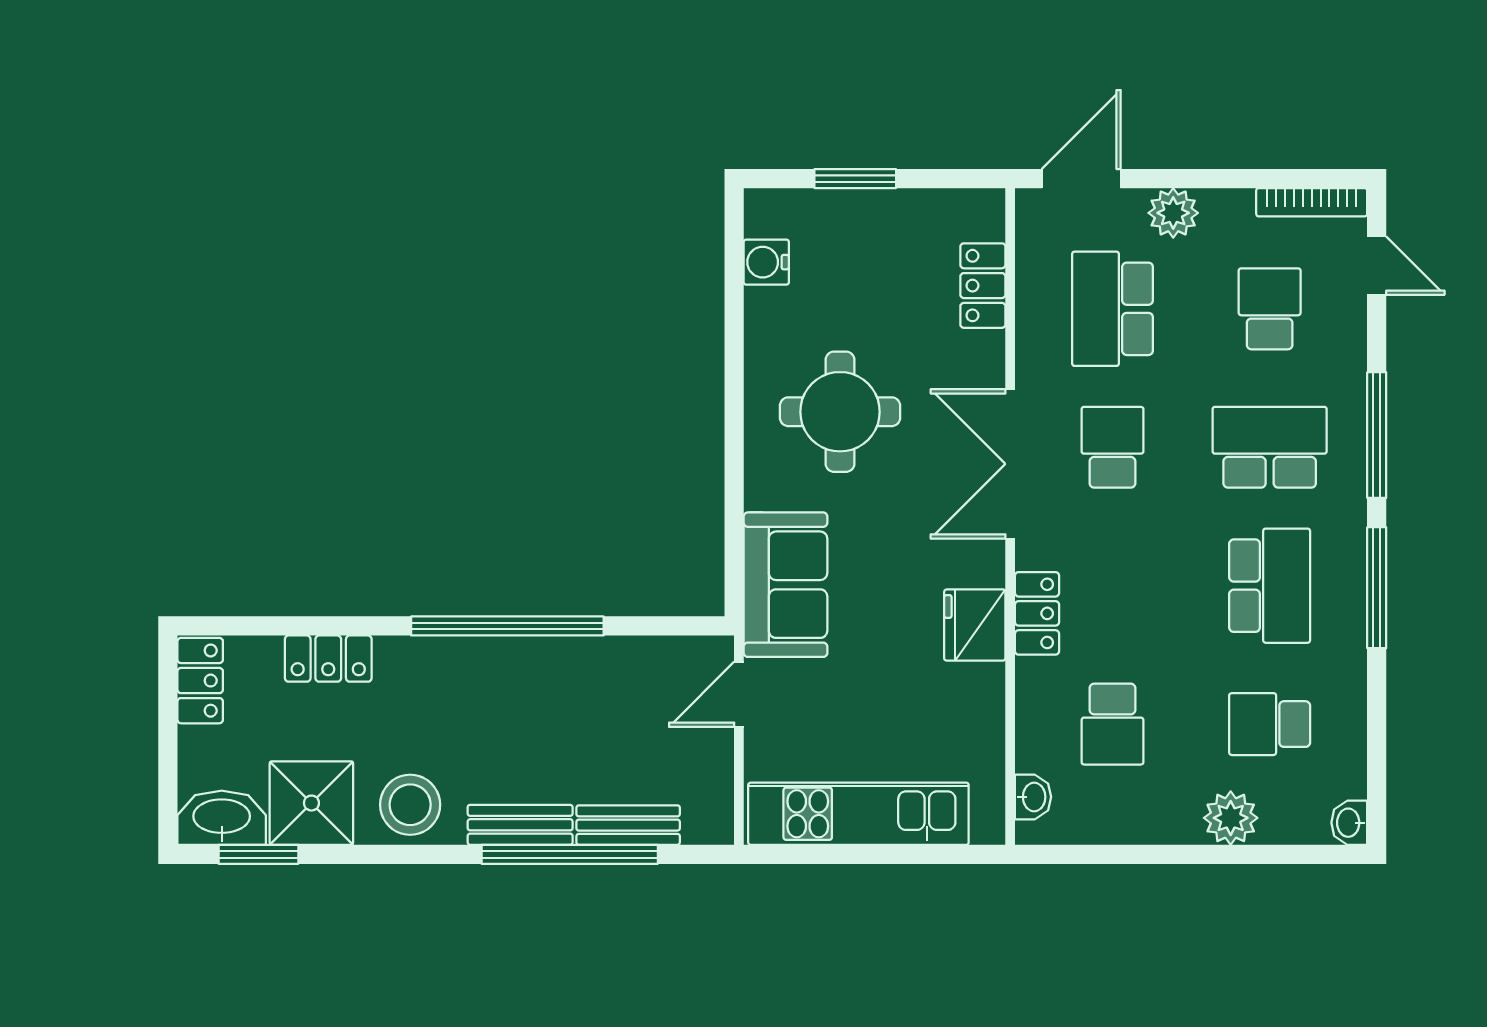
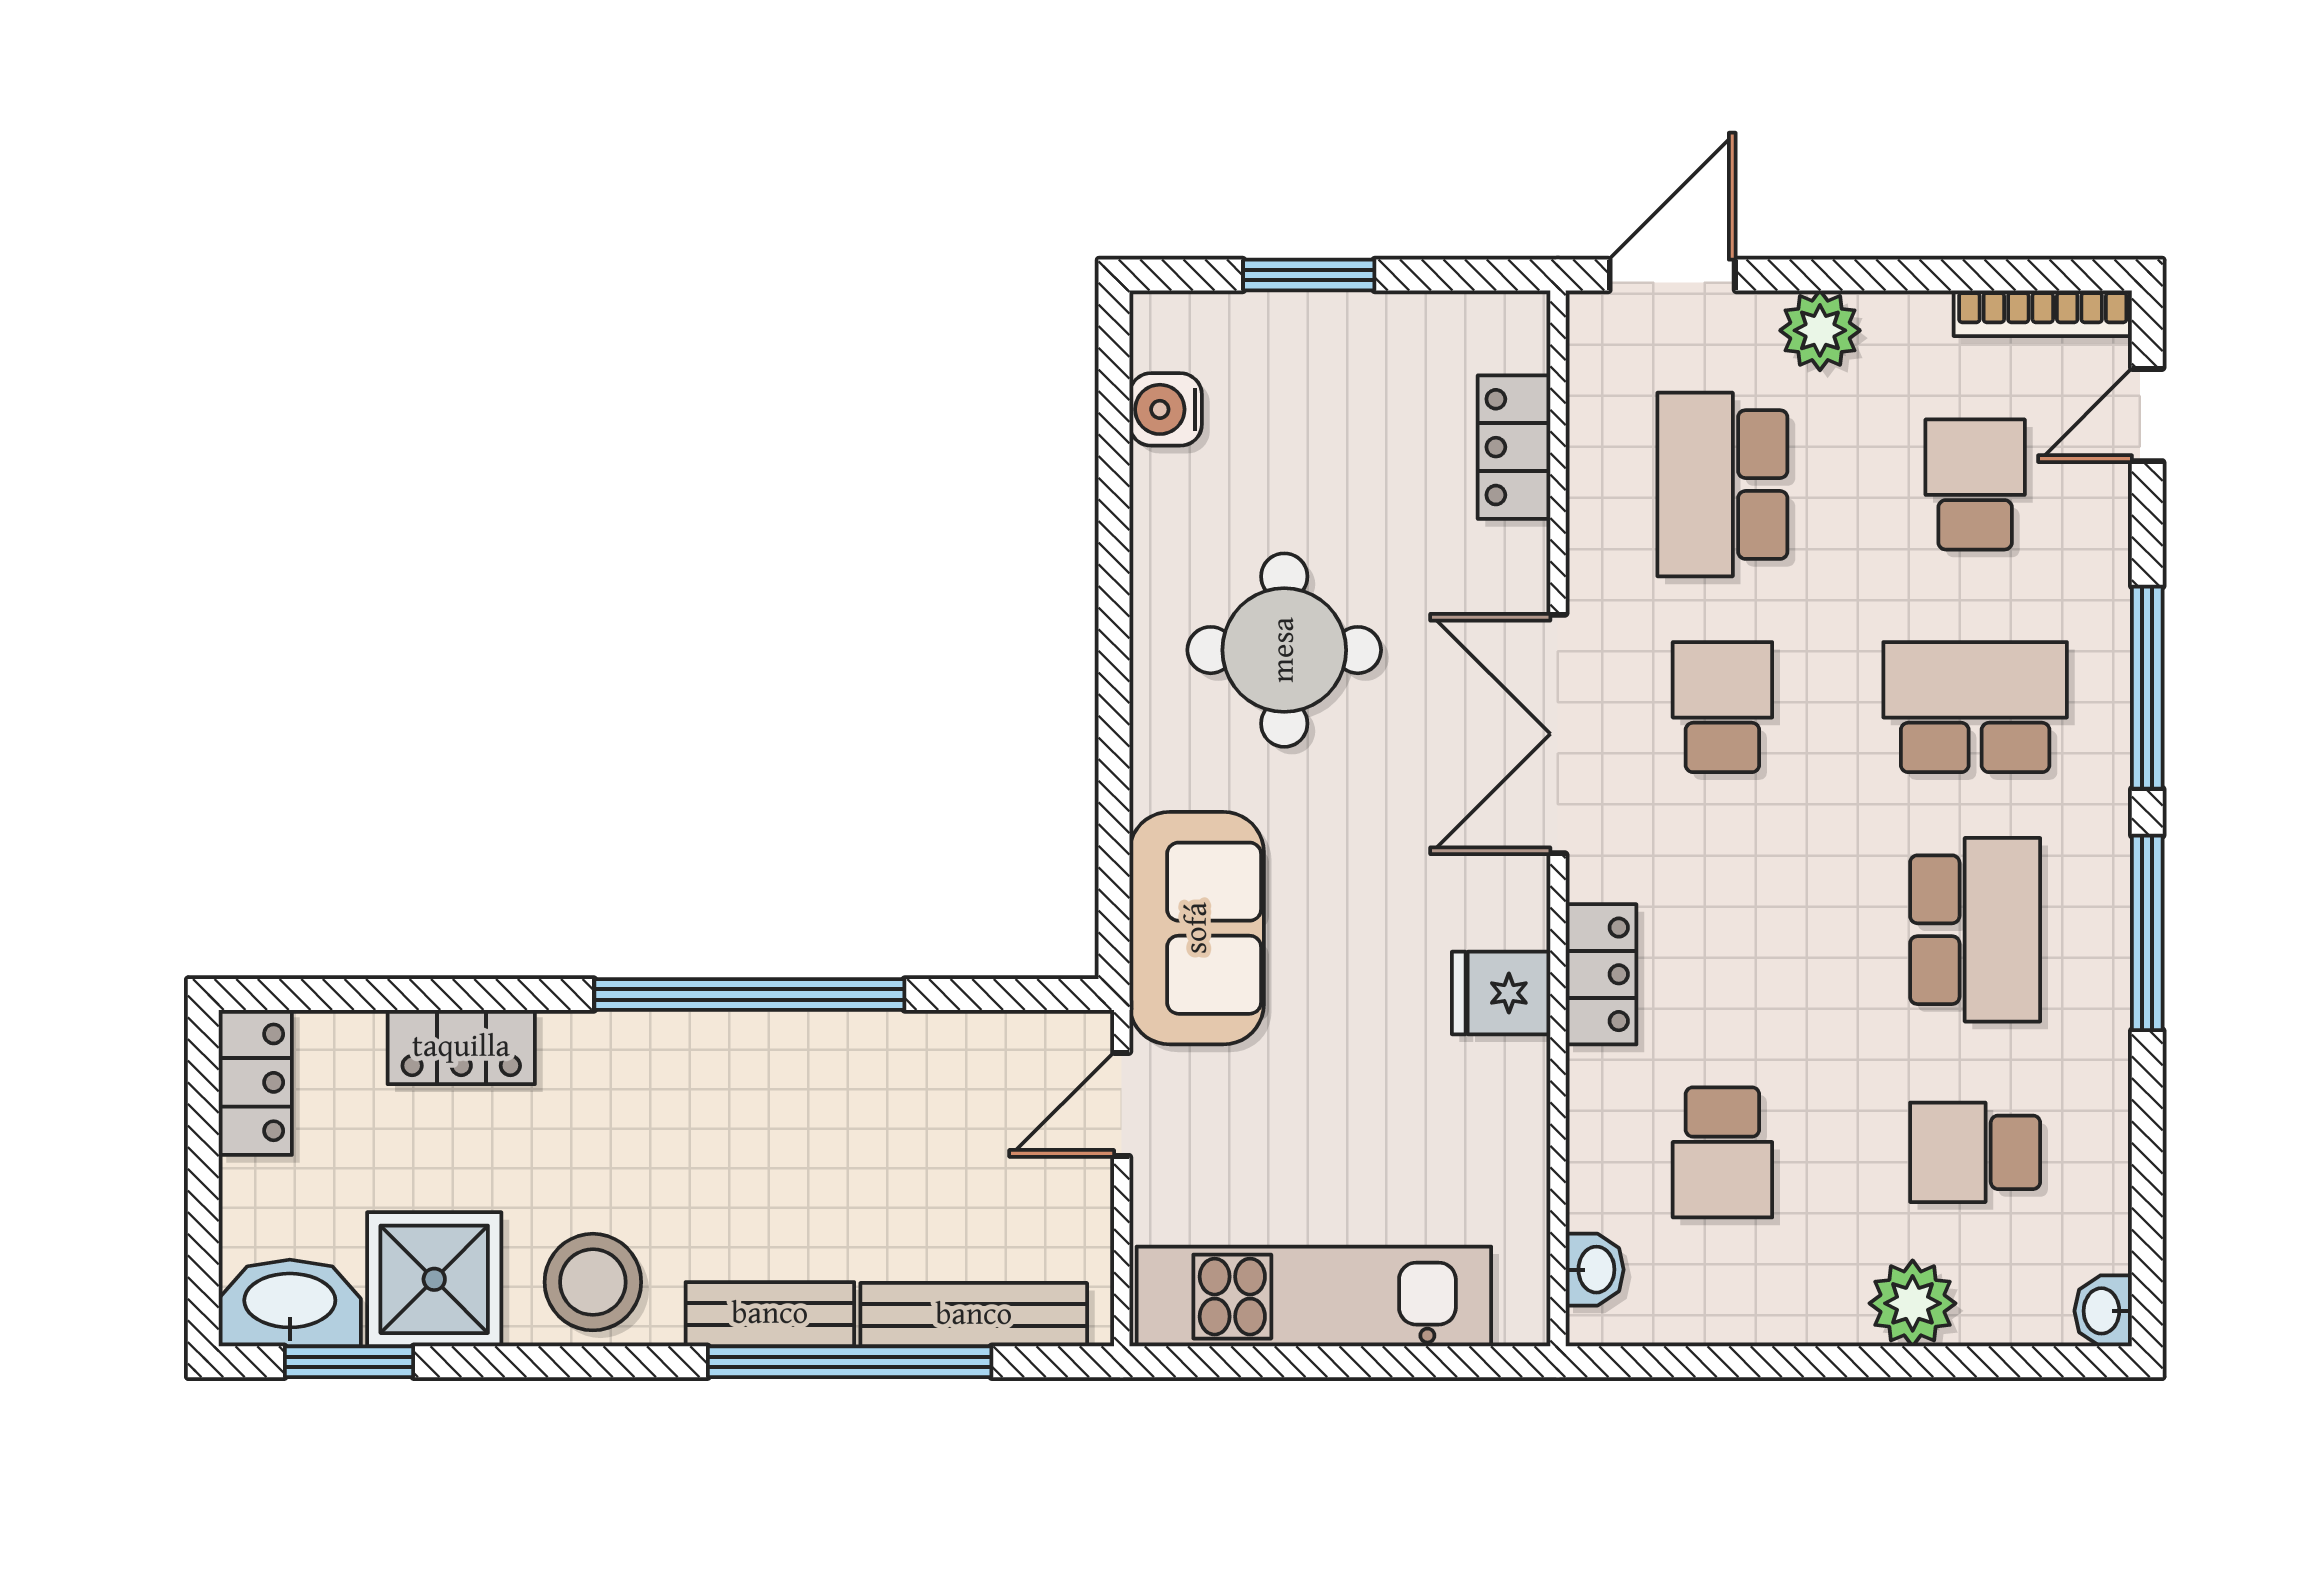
door: (1377, 266) -> (2147, 415), swing flipped
fridge: (975, 625) -> (1501, 993), width x0.72
bench: (628, 825) -> (974, 1315), width x1.36

